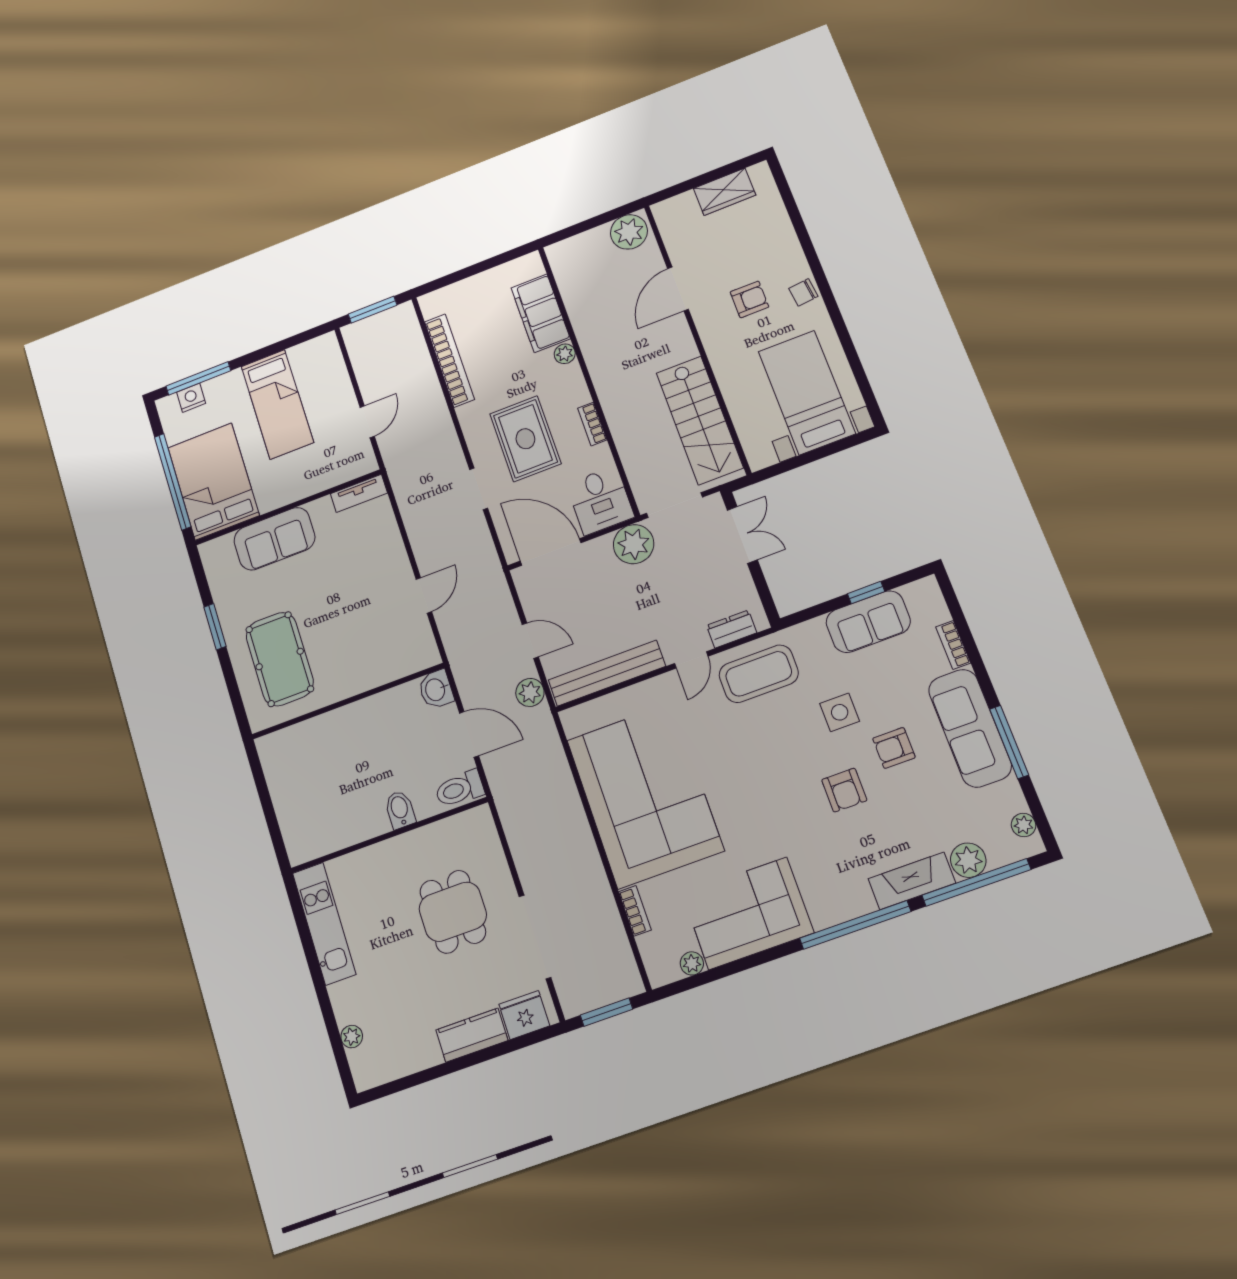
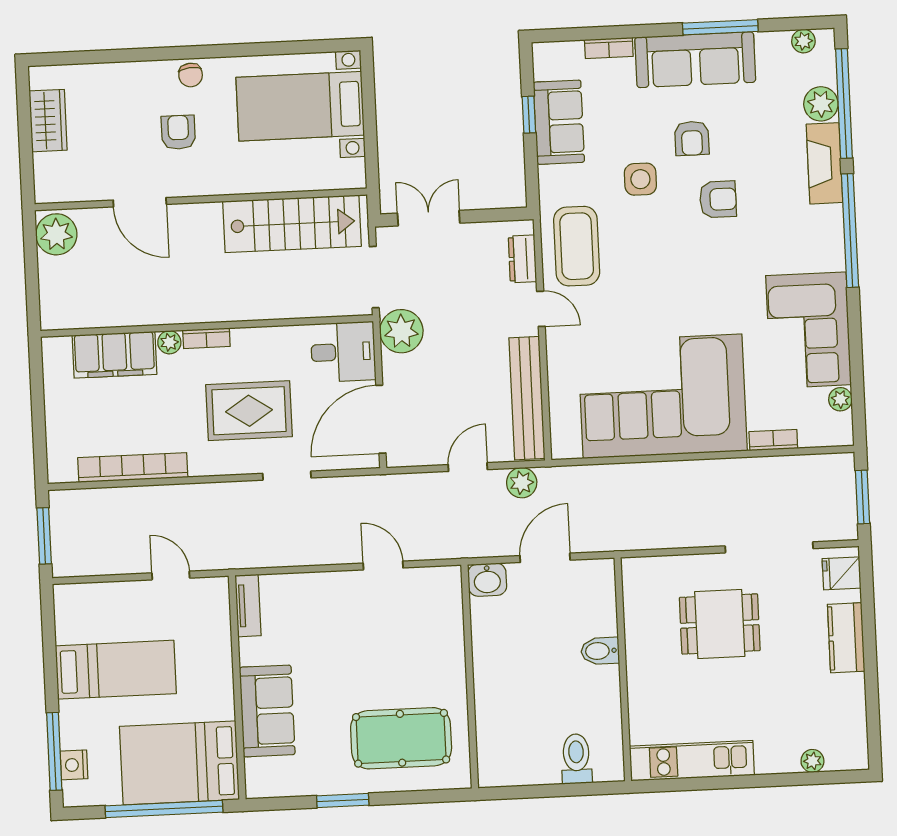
bookcase: (592, 424) -> (206, 338), moved
toilet: (460, 789) -> (576, 759), moved, turned 180
fridge: (524, 1015) -> (841, 573), width x0.72

